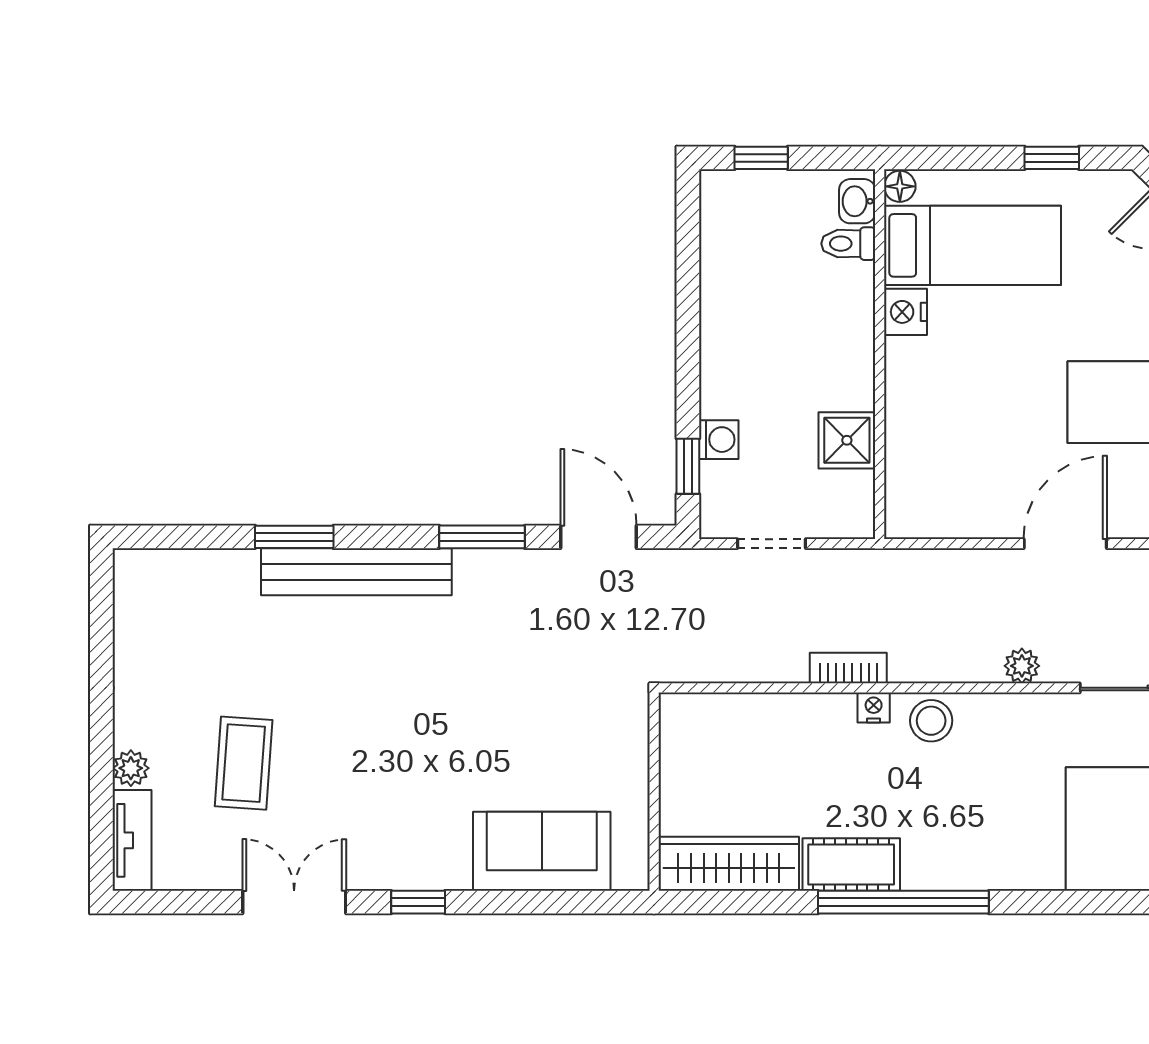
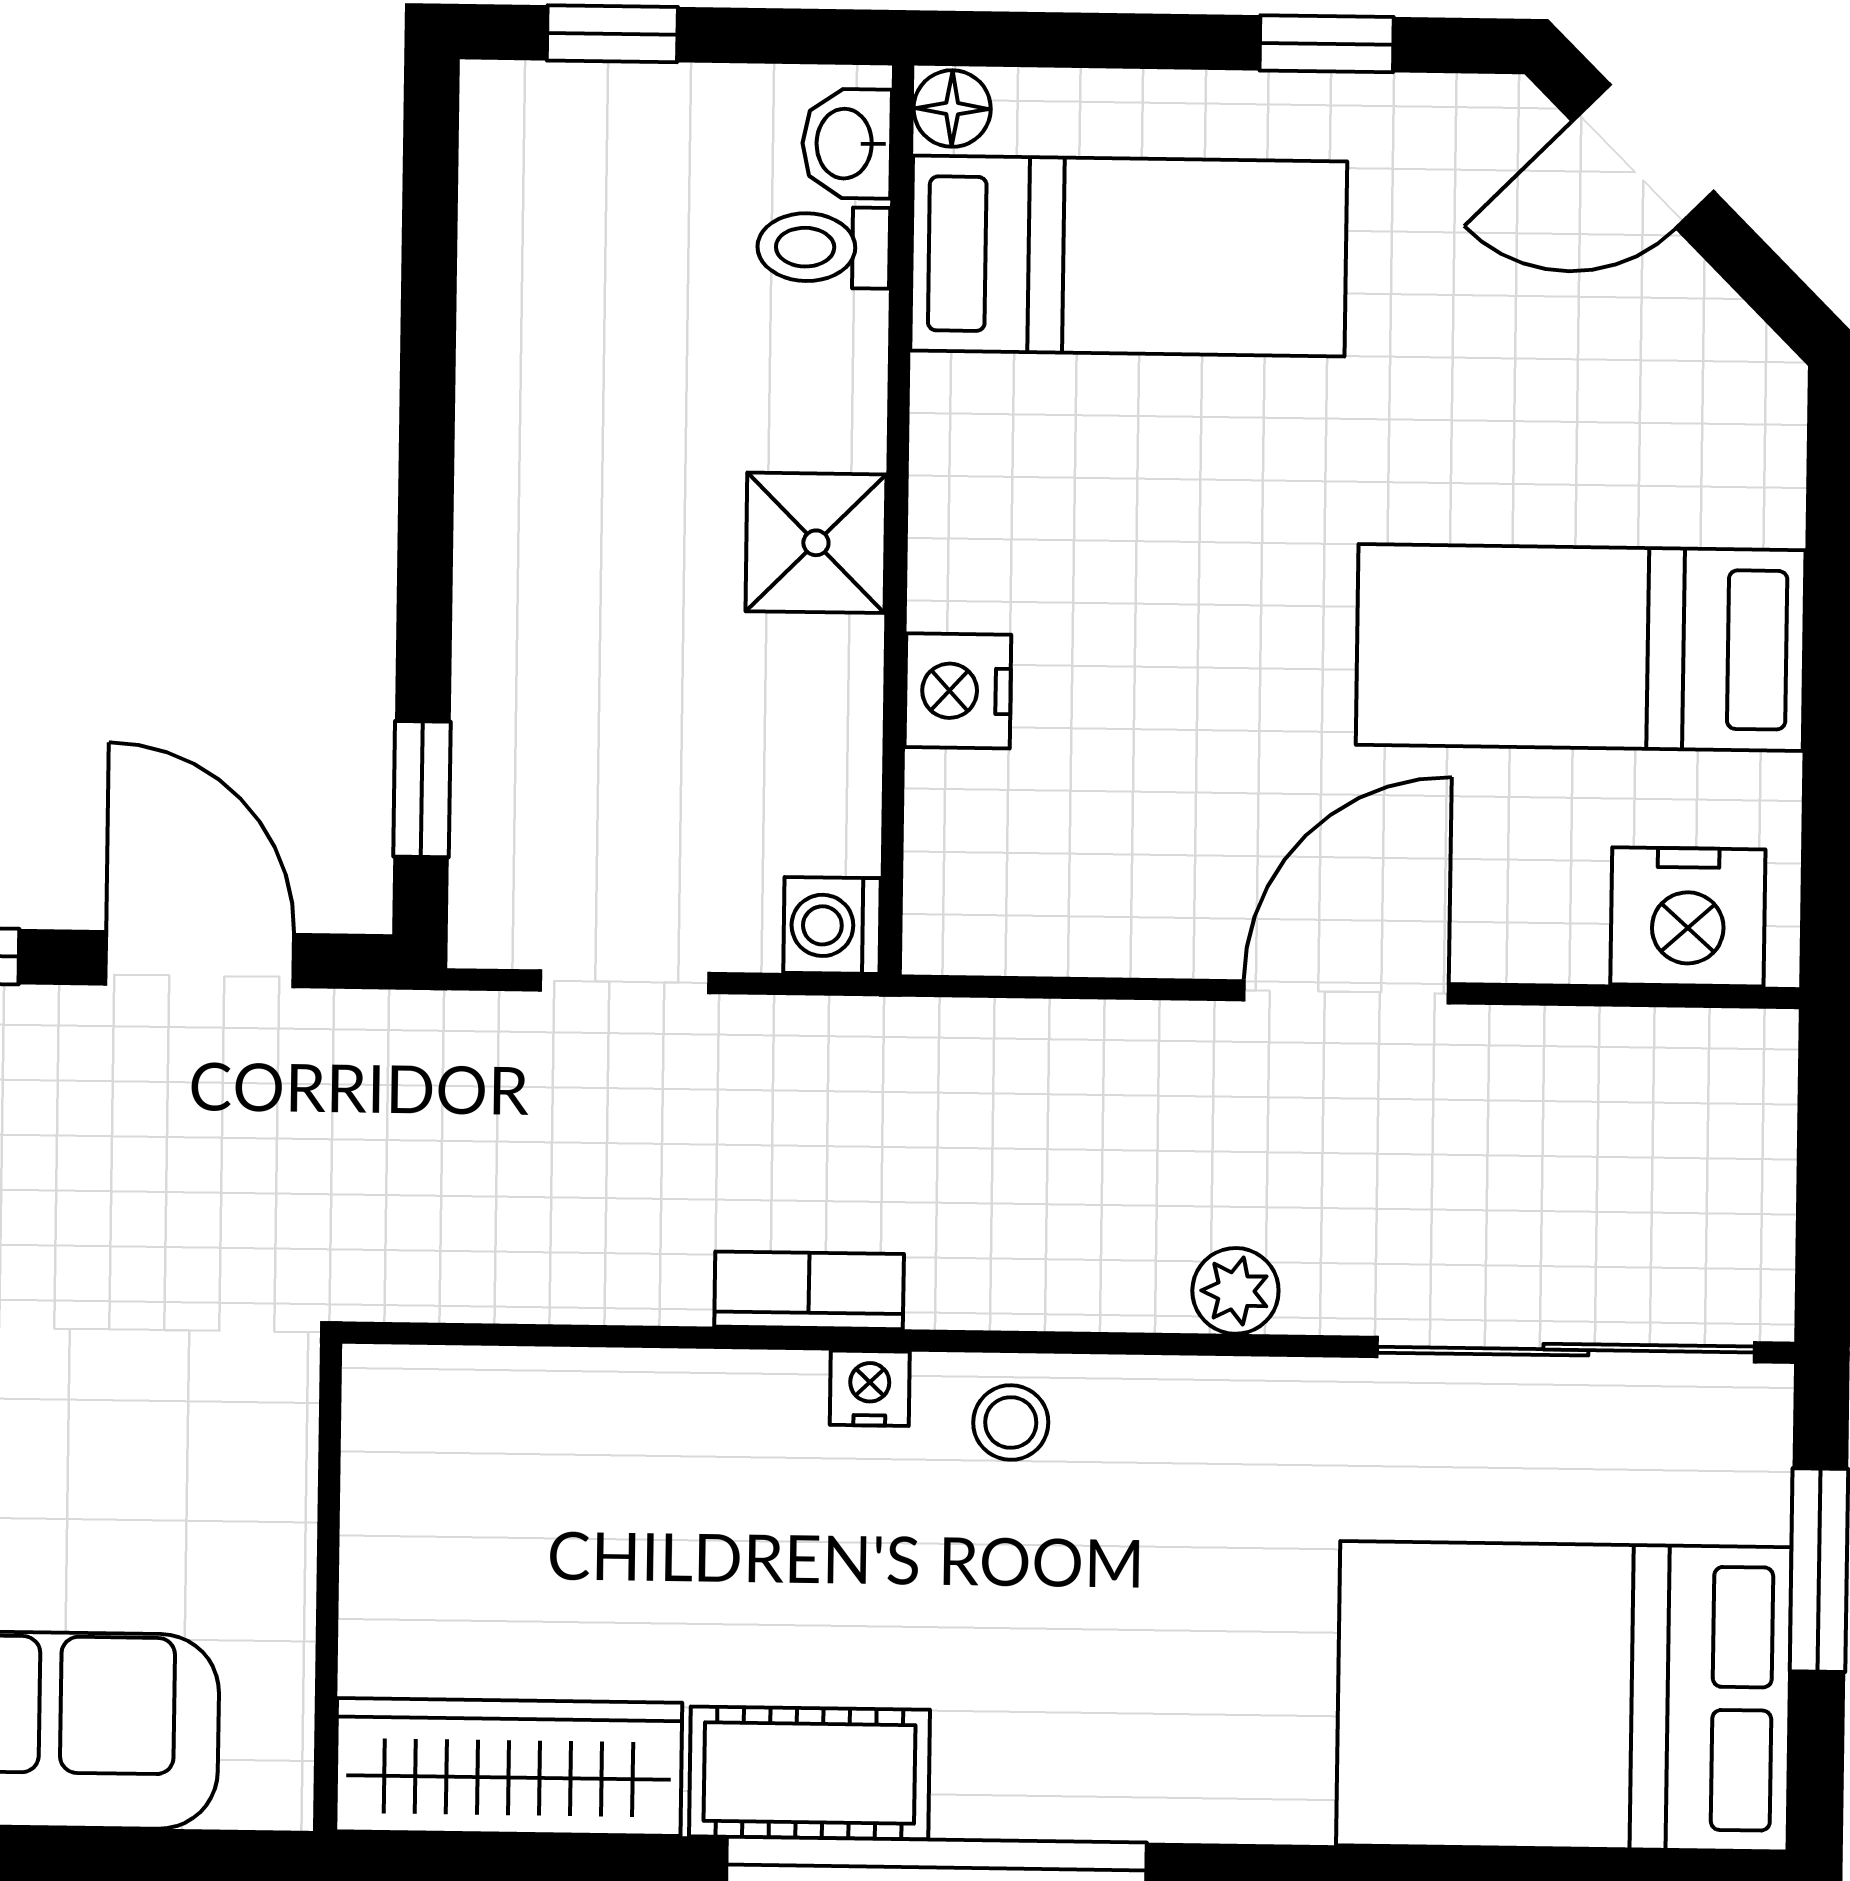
nightstand: (905, 312) -> (958, 691), moved
washing machine: (719, 440) -> (832, 926), moved, turned 180
shower: (847, 440) -> (816, 543), moved
stool: (931, 721) -> (1011, 1422), width x0.73, depth x0.73

